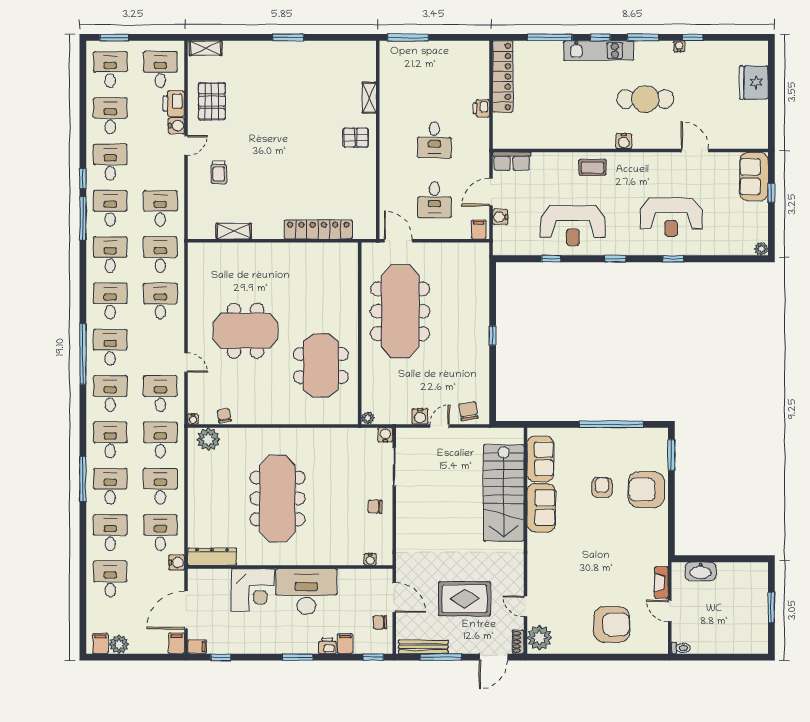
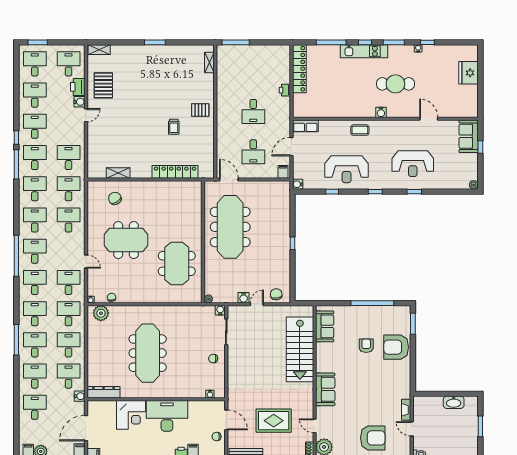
shelving: (369, 98) -> (209, 62), moved
trolley: (219, 172) -> (174, 127), moved
water cooler: (500, 217) -> (298, 184), moved
chair: (229, 269) -> (115, 198), added
sofa: (541, 508) -> (325, 389), moved
washbasin: (701, 571) -> (454, 402), moved

